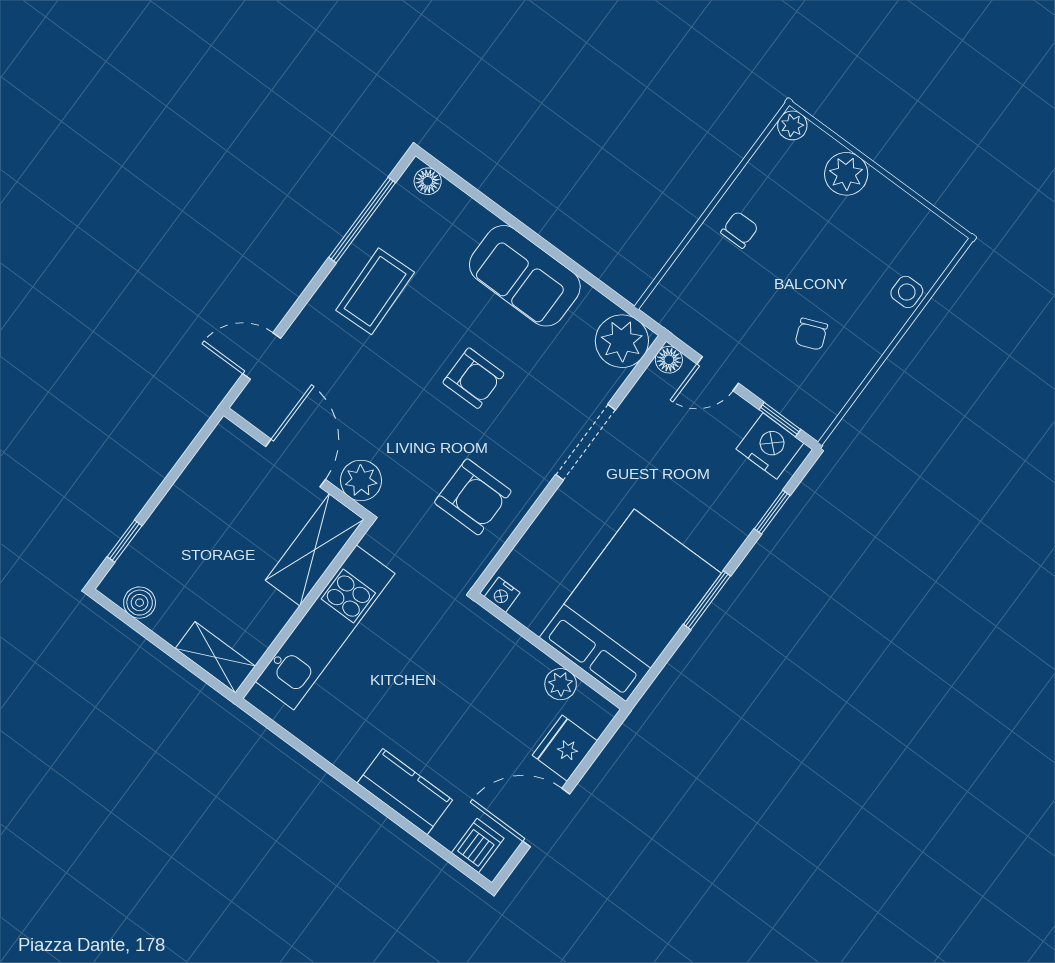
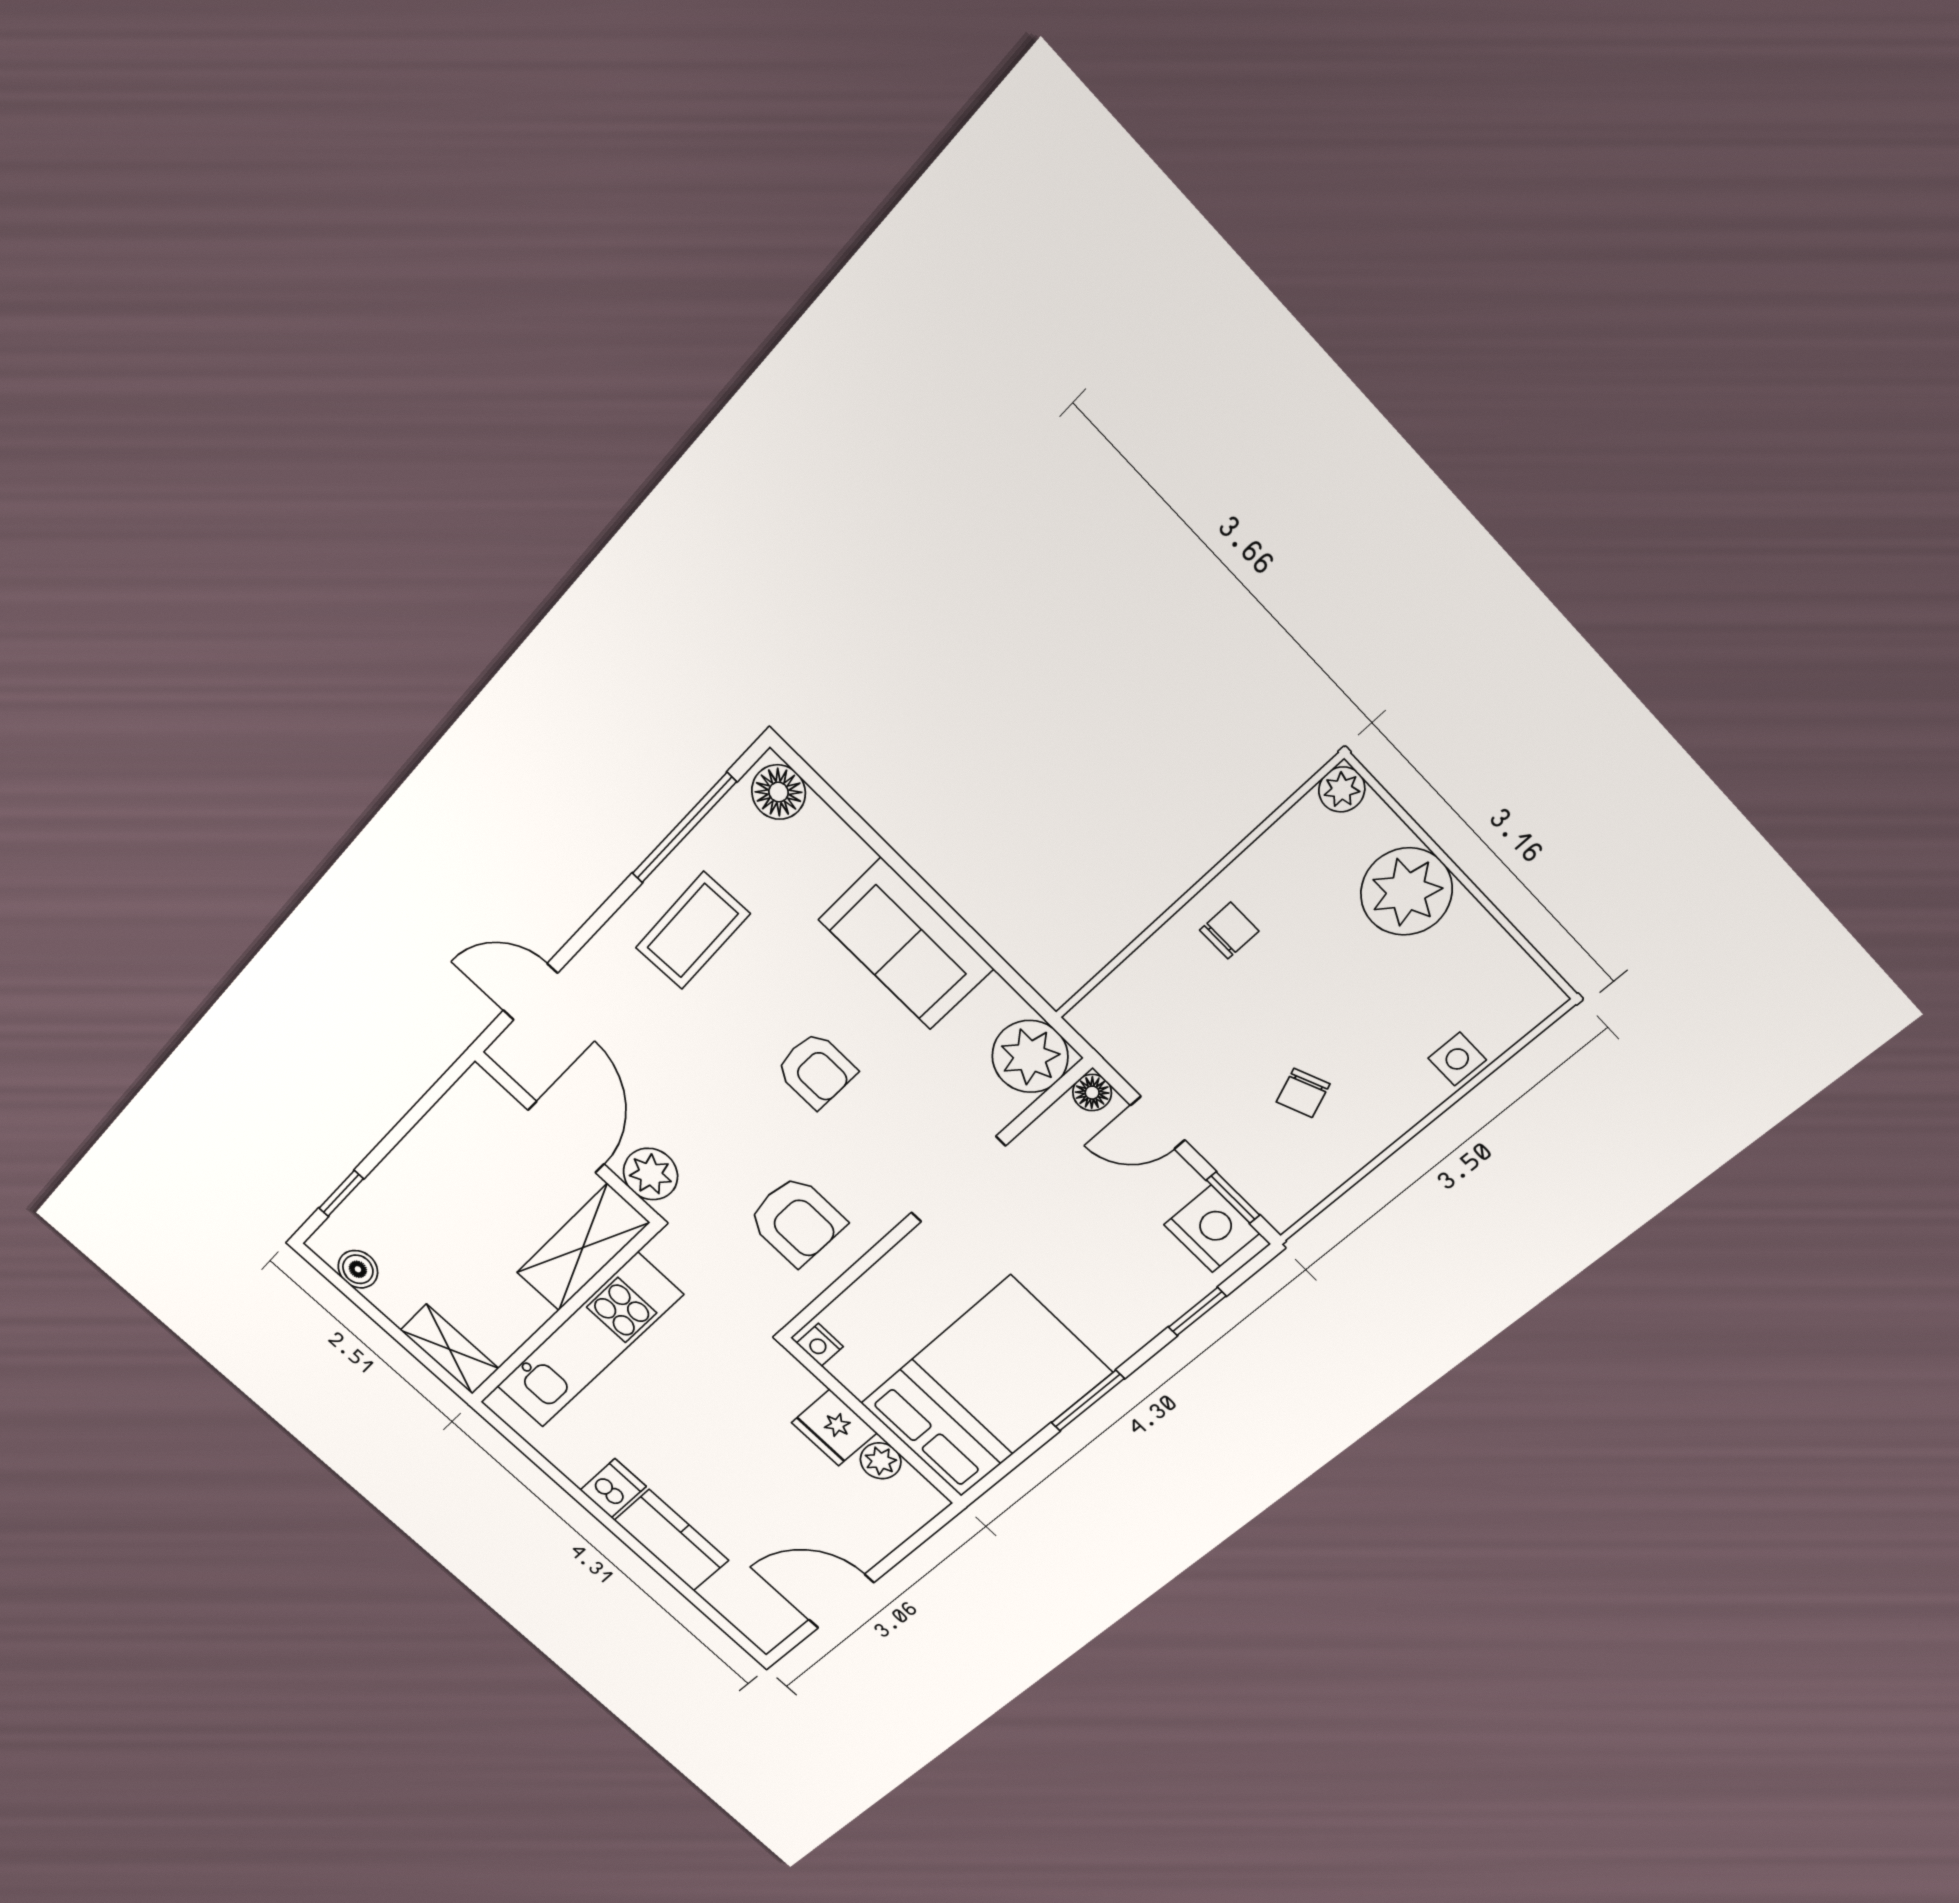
plant: (846, 174) -> (1406, 892), width x1.36, depth x1.36
floor lamp: (428, 181) -> (779, 792), width x1.37, depth x1.37
fridge: (565, 748) -> (834, 1428), moved, turned -90
dishwasher: (478, 845) -> (613, 1488), moved

